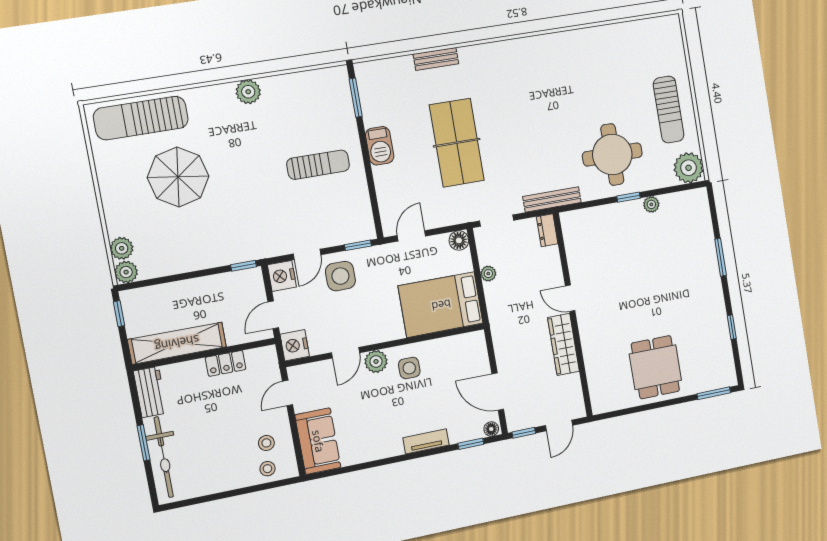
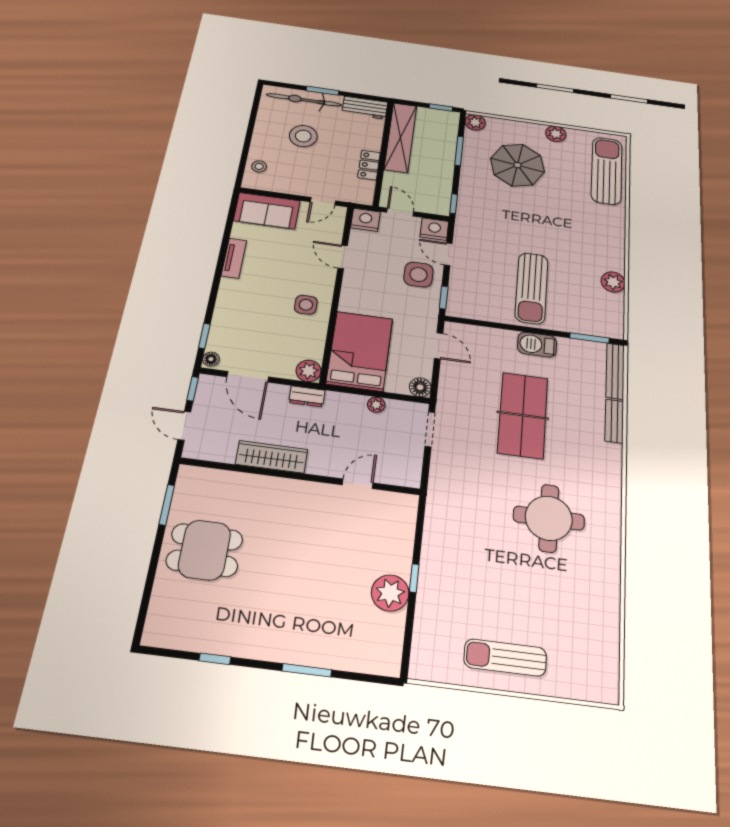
plant: (248, 92) -> (613, 282), moved
table tennis table: (457, 143) -> (523, 415), turned 90
round table: (612, 155) -> (549, 518), moved
sun lounger: (318, 165) -> (532, 288), width x1.36, depth x1.34
plant: (689, 168) -> (429, 662), removed
parasol: (178, 177) -> (517, 165), moved
bench: (552, 199) -> (615, 371), moved
plant: (651, 204) -> (390, 593), width x1.87, depth x1.87
dresser: (547, 230) -> (307, 396), moved, turned 180
plant: (122, 248) -> (556, 134), moved
window: (172, 278) -> (459, 151), added
door: (570, 298) -> (358, 484), moved
plant: (376, 361) -> (308, 371), moved
door: (498, 392) -> (248, 377), swing flipped
door: (287, 393) -> (323, 201), swing flipped
window: (714, 393) -> (167, 505), moved
tv unit: (426, 441) -> (234, 258), moved
stool: (266, 443) -> (303, 136), moved, width x1.89, depth x1.89

